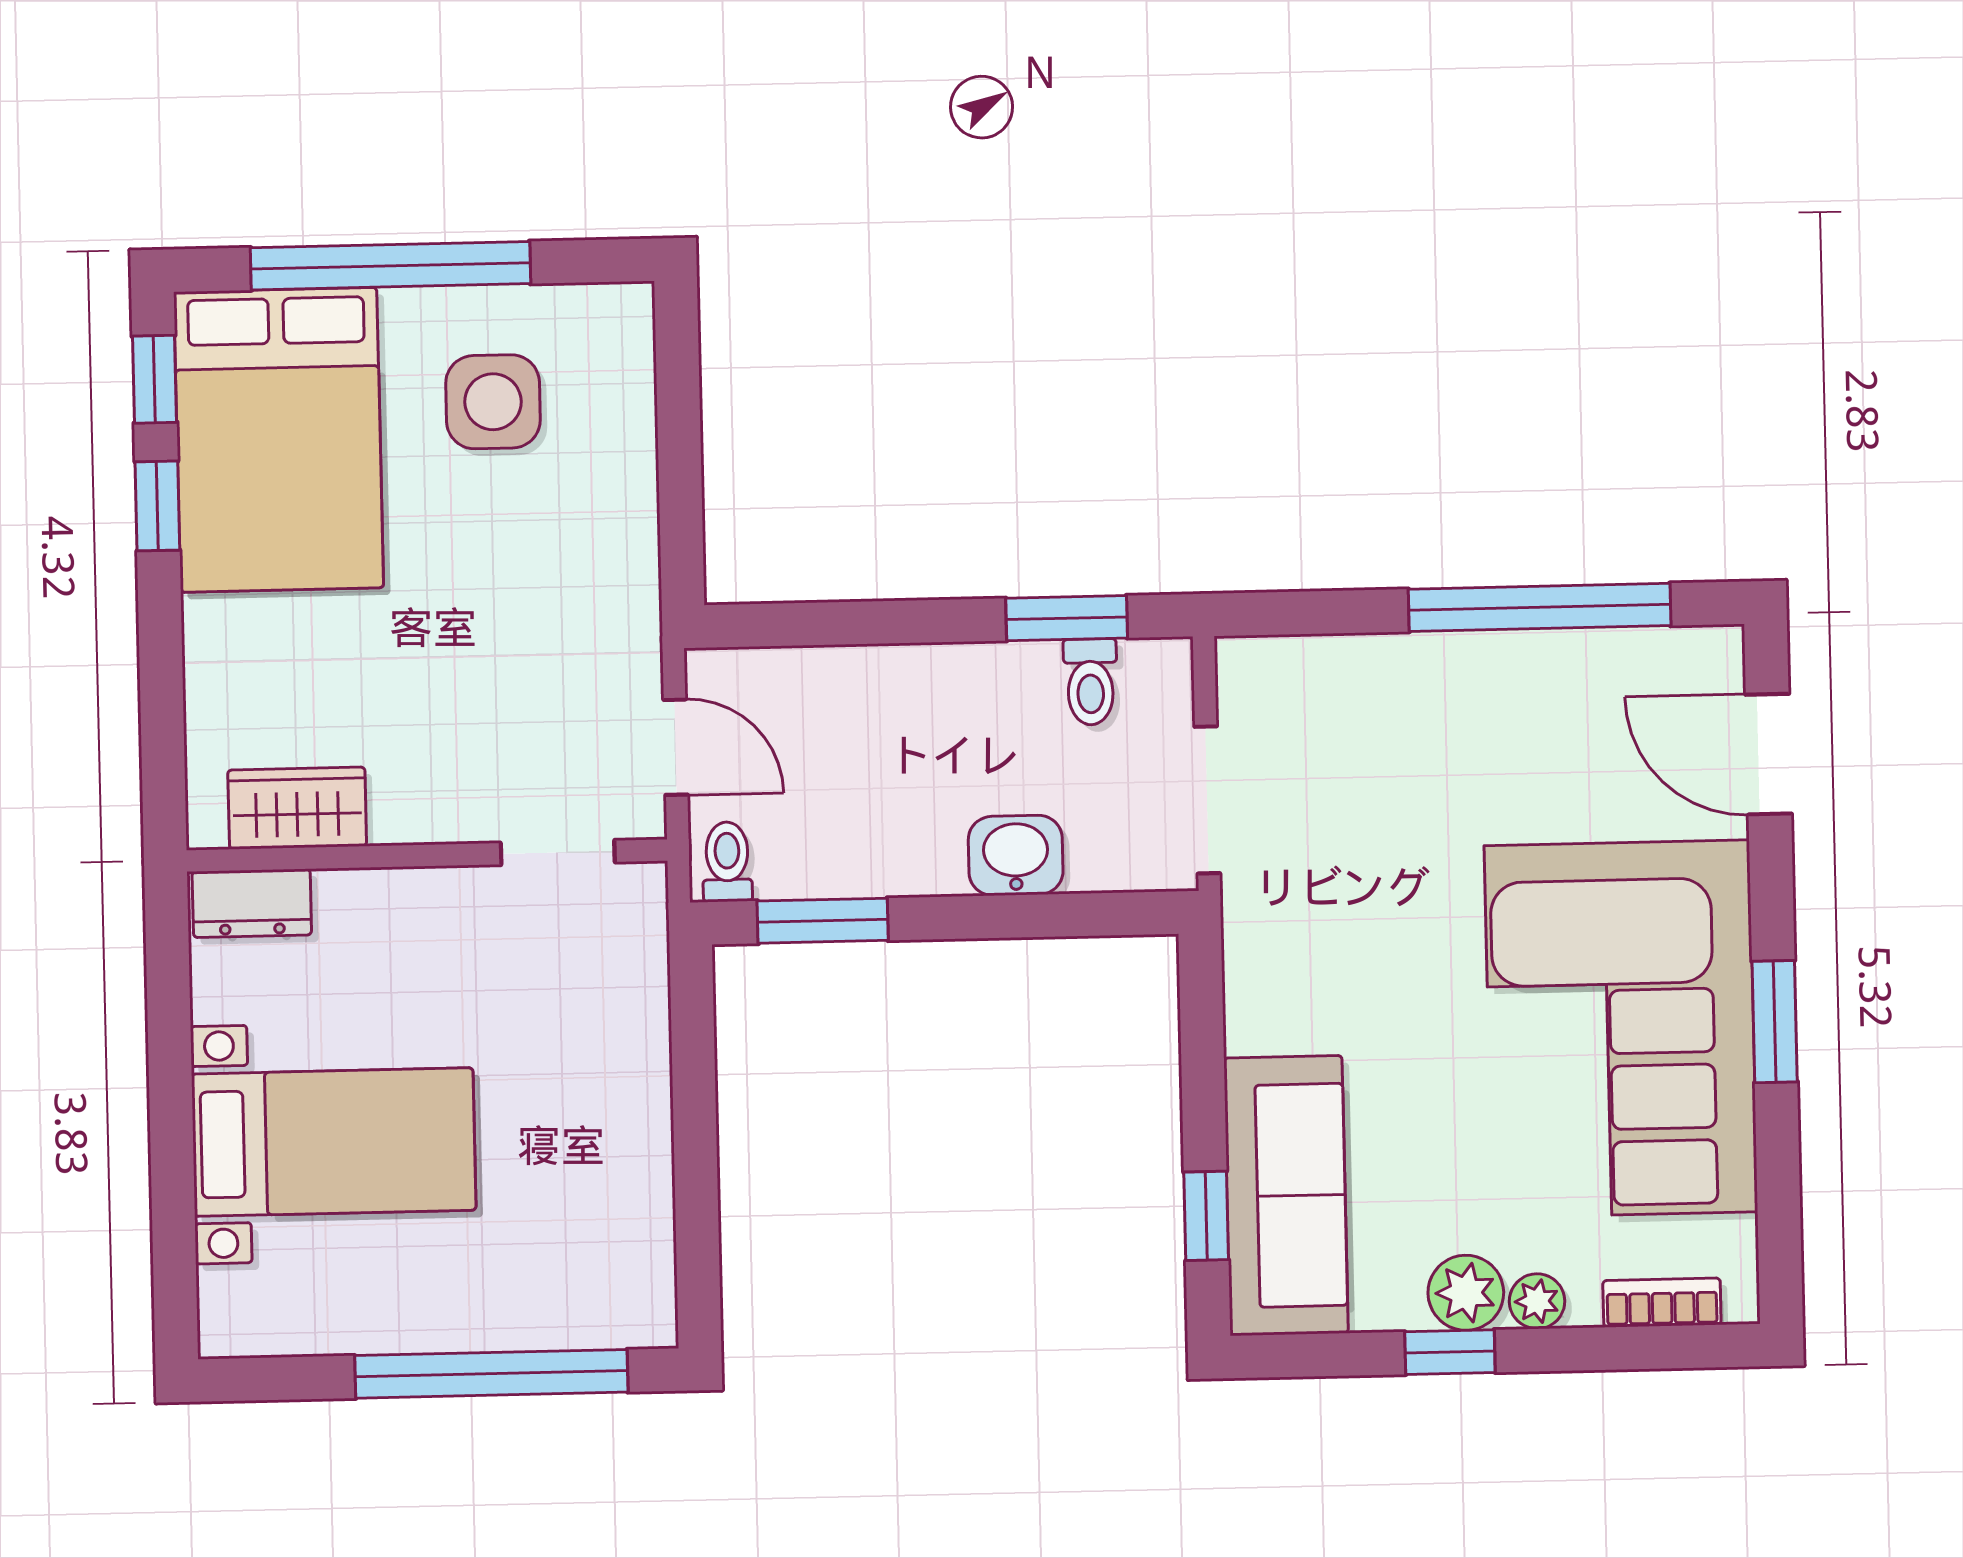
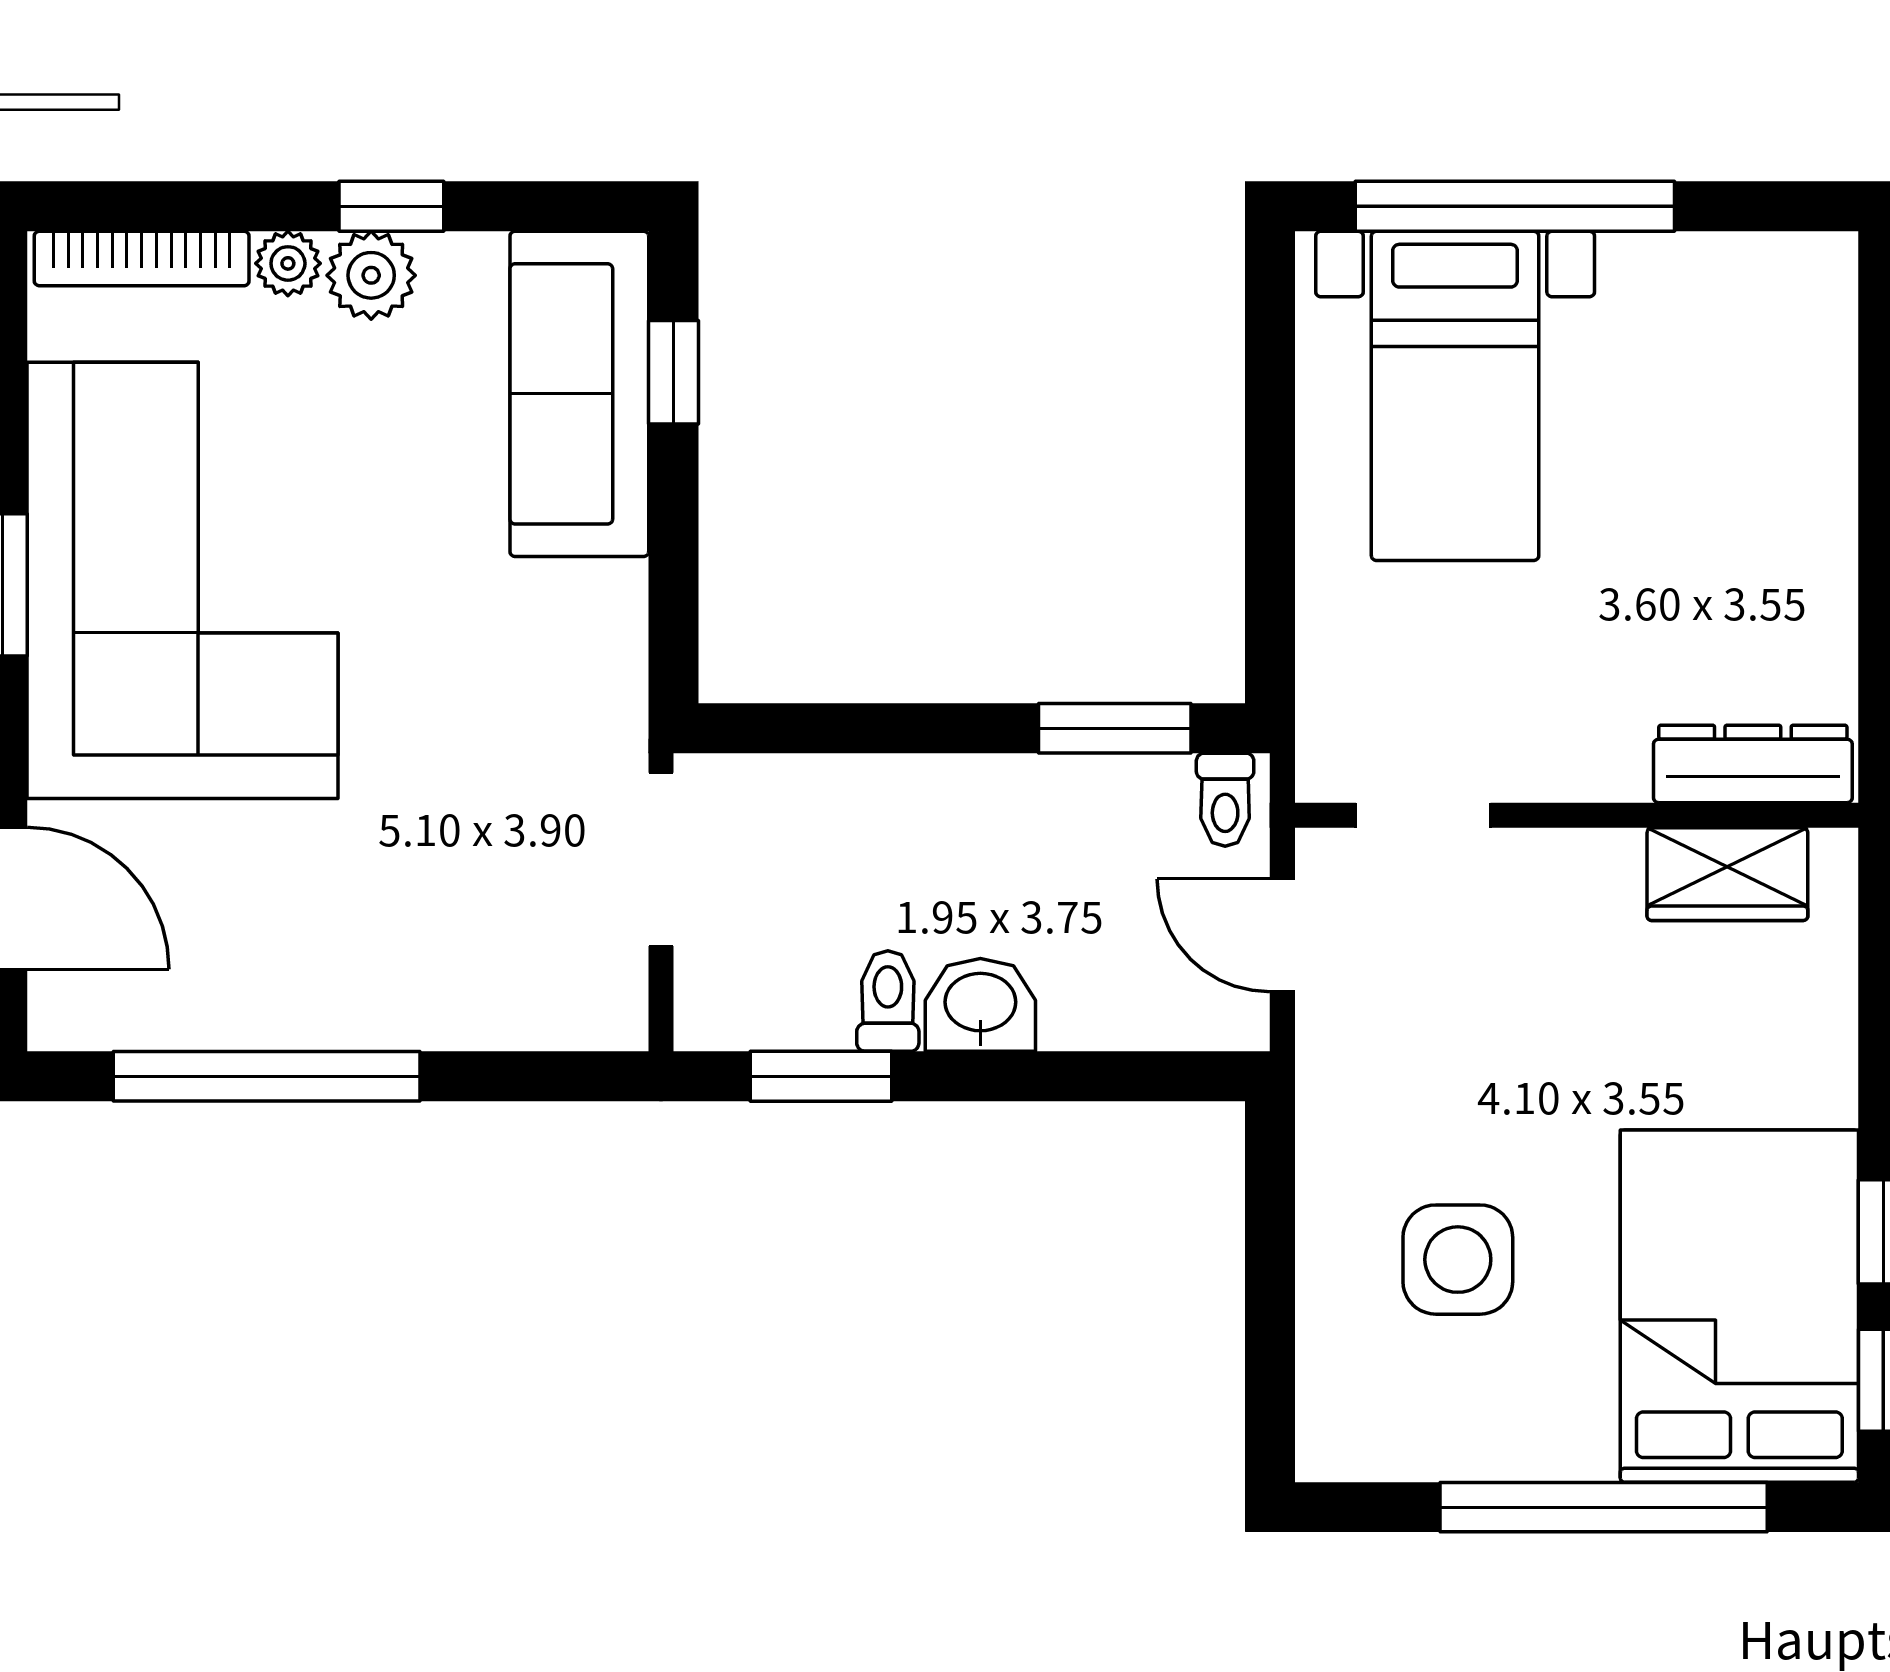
side table: (493, 402) -> (1458, 1260), moved
toilet: (1090, 682) -> (888, 1001), moved
washbasin: (1016, 855) -> (980, 1005), moved, turned 180
dresser: (252, 903) -> (1753, 764), width x1.44
bed with nightstands: (334, 1142) -> (1455, 396), moved, turned -90
bookcase: (1662, 1303) -> (142, 259), width x1.56

